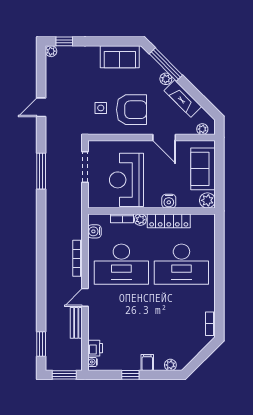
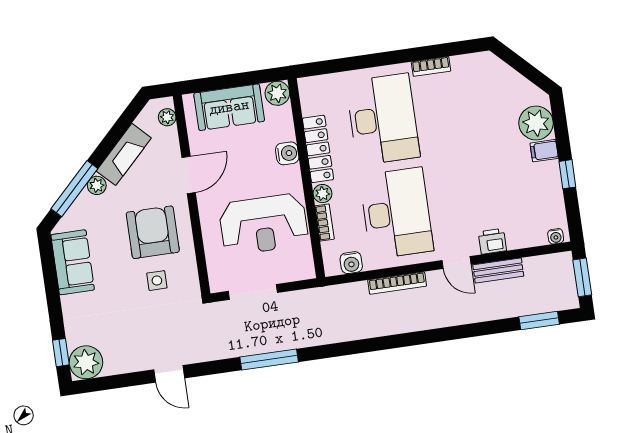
plant: (51, 51) -> (86, 362), width x1.87, depth x1.87
bookcase: (210, 324) -> (431, 66), moved
printer: (95, 348) -> (492, 241), moved
plant: (170, 365) -> (536, 123), width x1.87, depth x1.87

